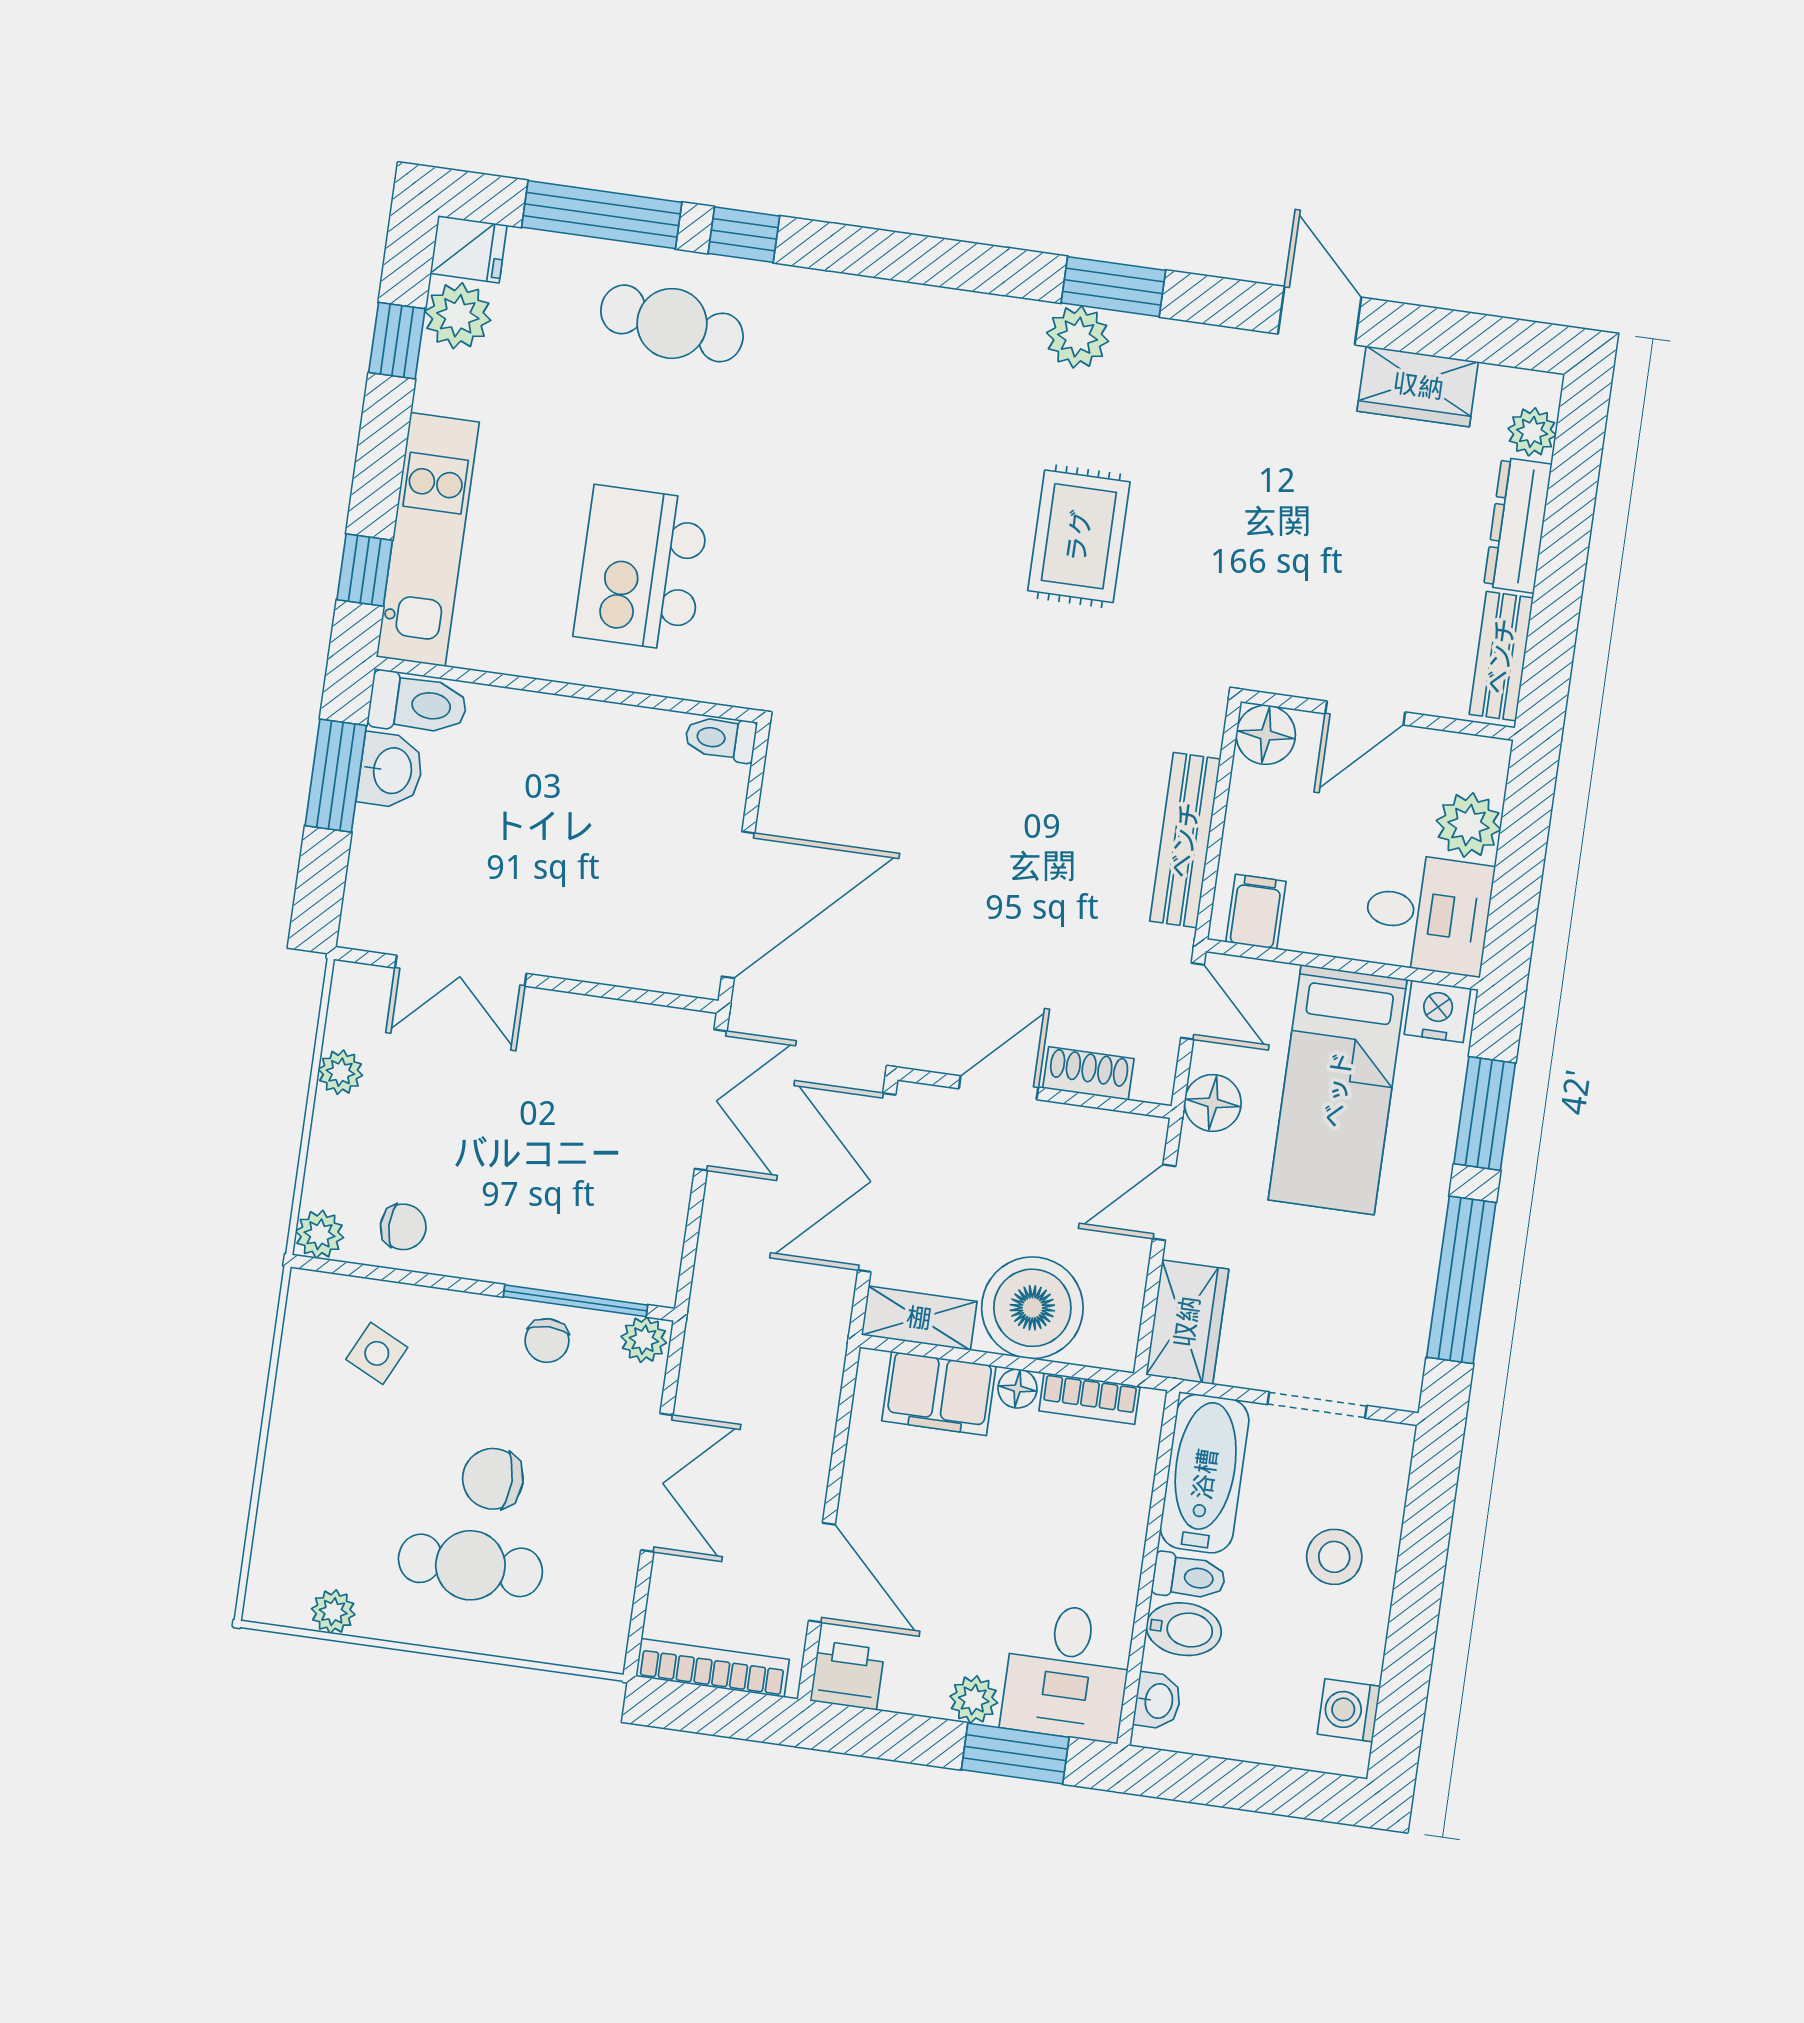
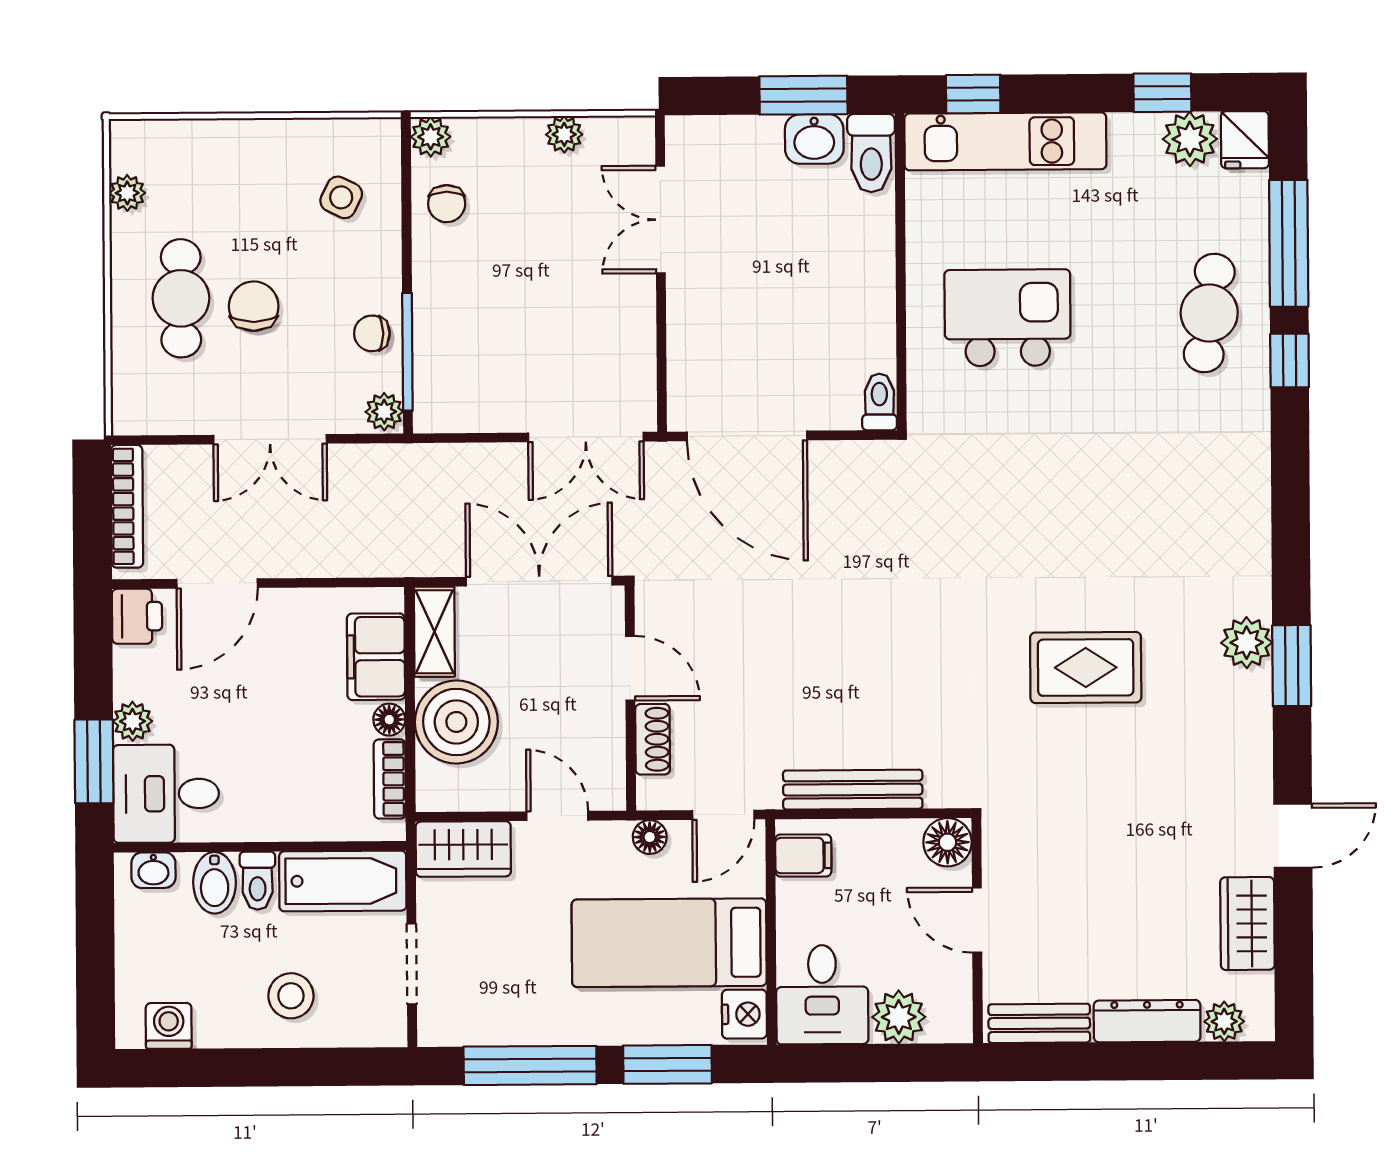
floor lamp: (1213, 1103) -> (650, 837), width x0.73, depth x0.73

